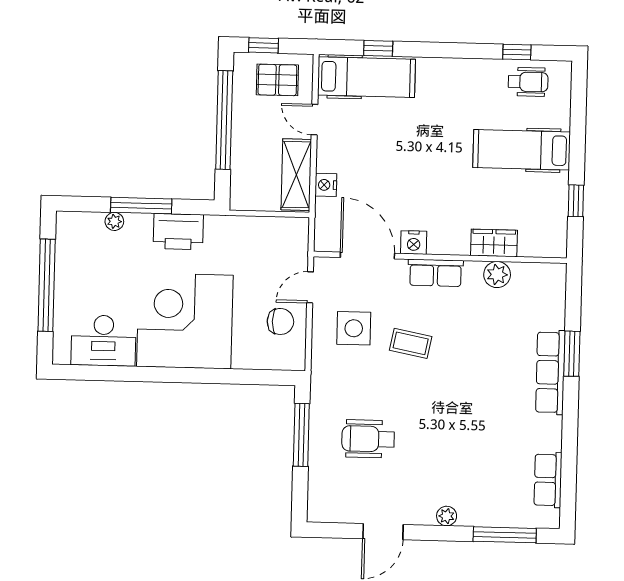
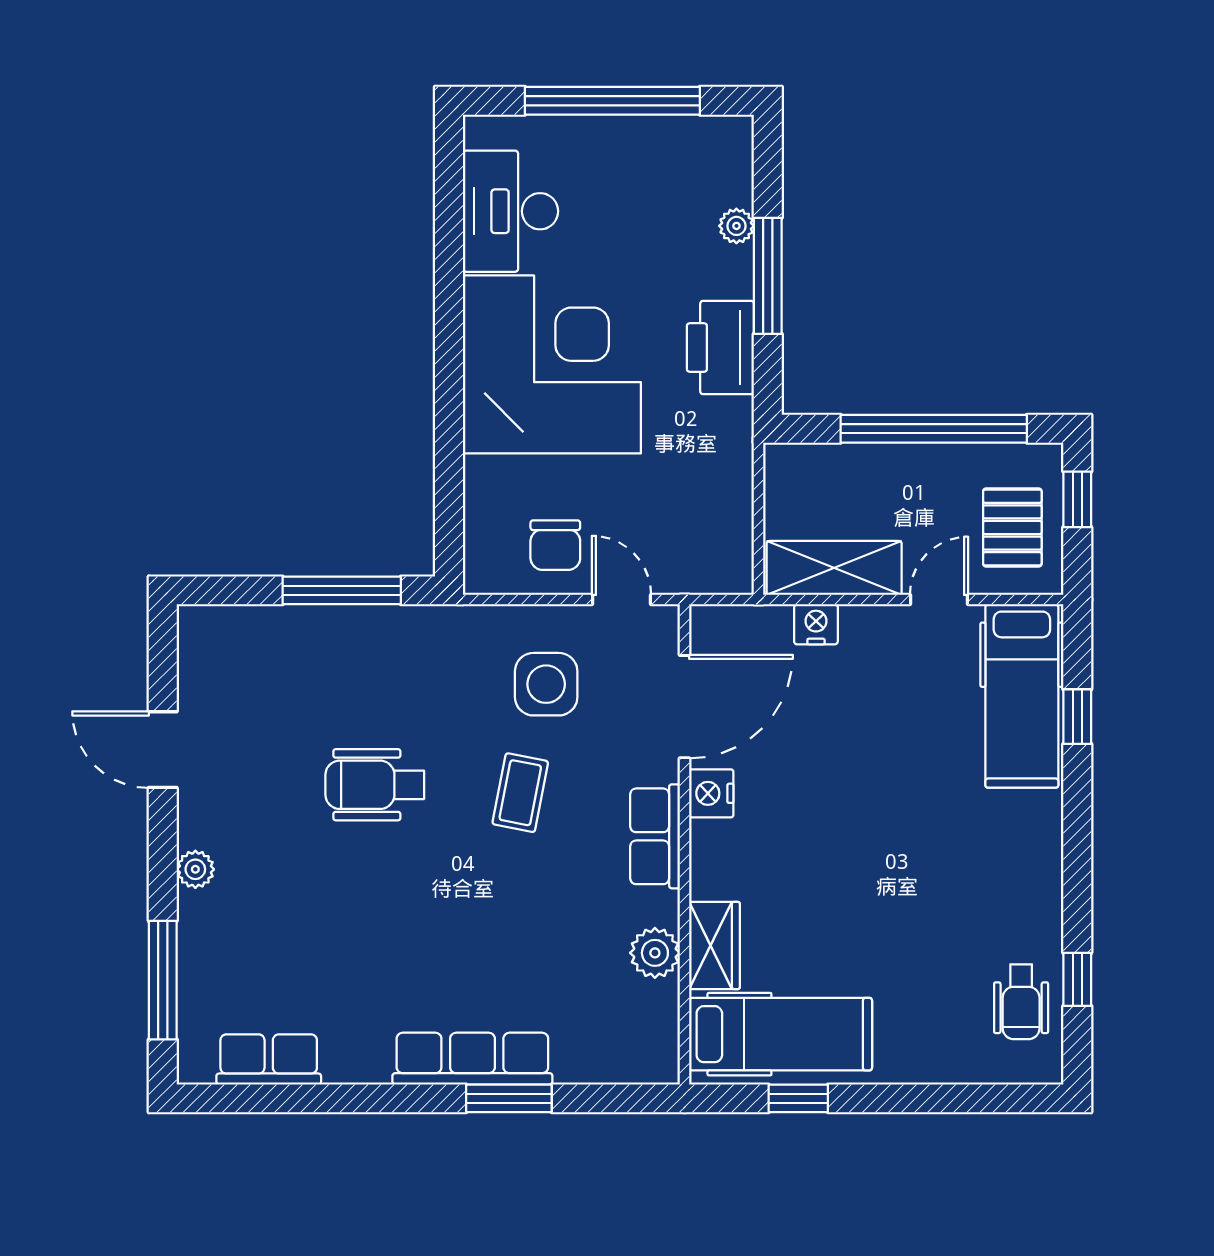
hospital bed: (522, 150) -> (781, 1034), moved, turned 90
wheelchair: (368, 439) -> (375, 785), moved, turned -90

